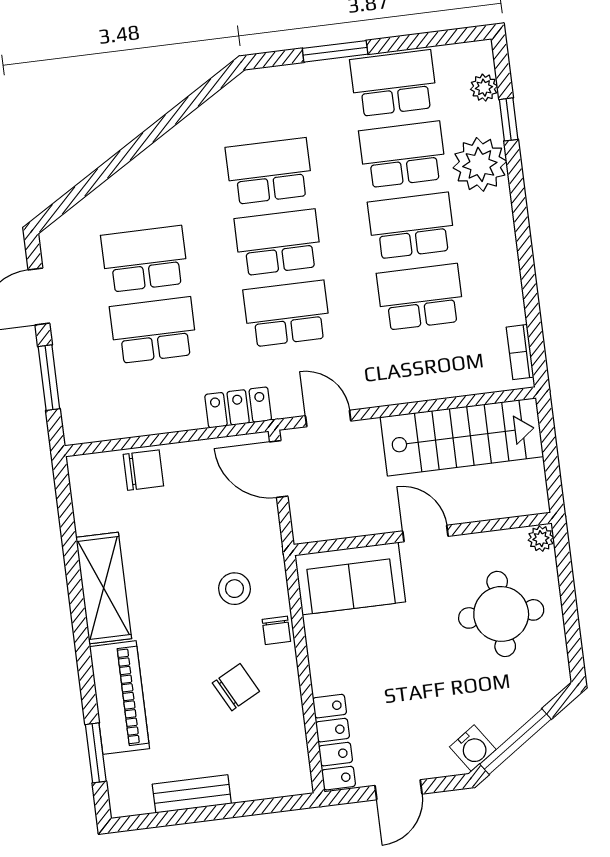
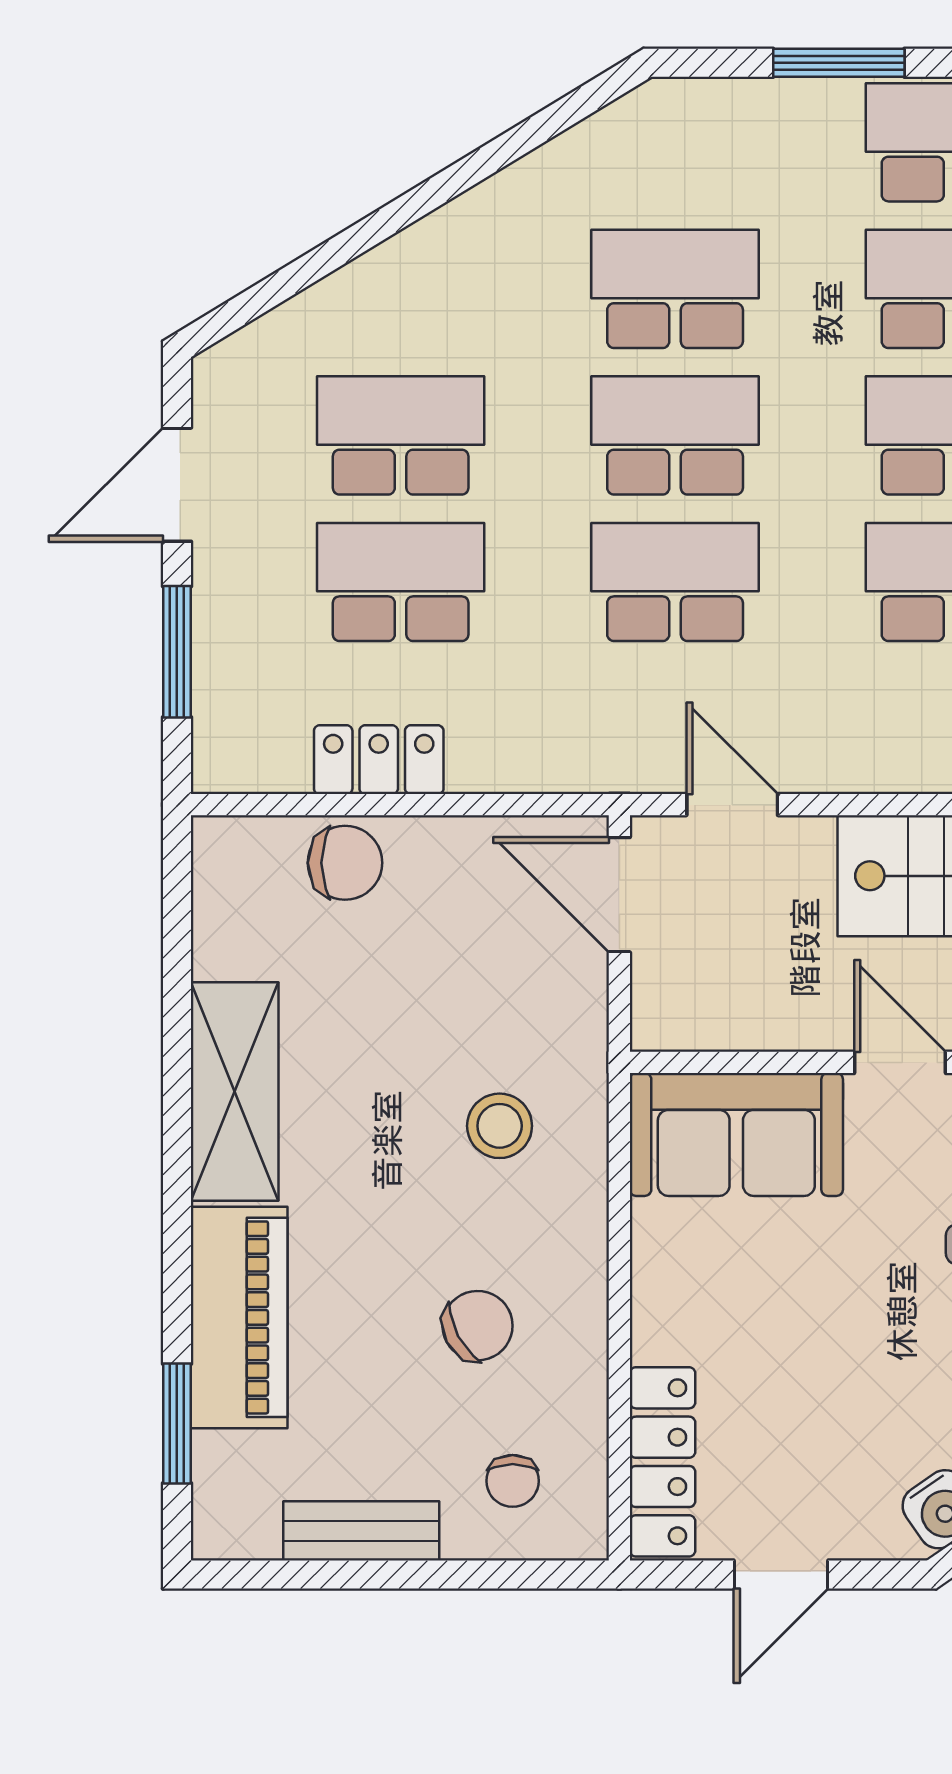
locker: (238, 407) -> (379, 760), moved
chair: (276, 630) -> (513, 1481), moved

